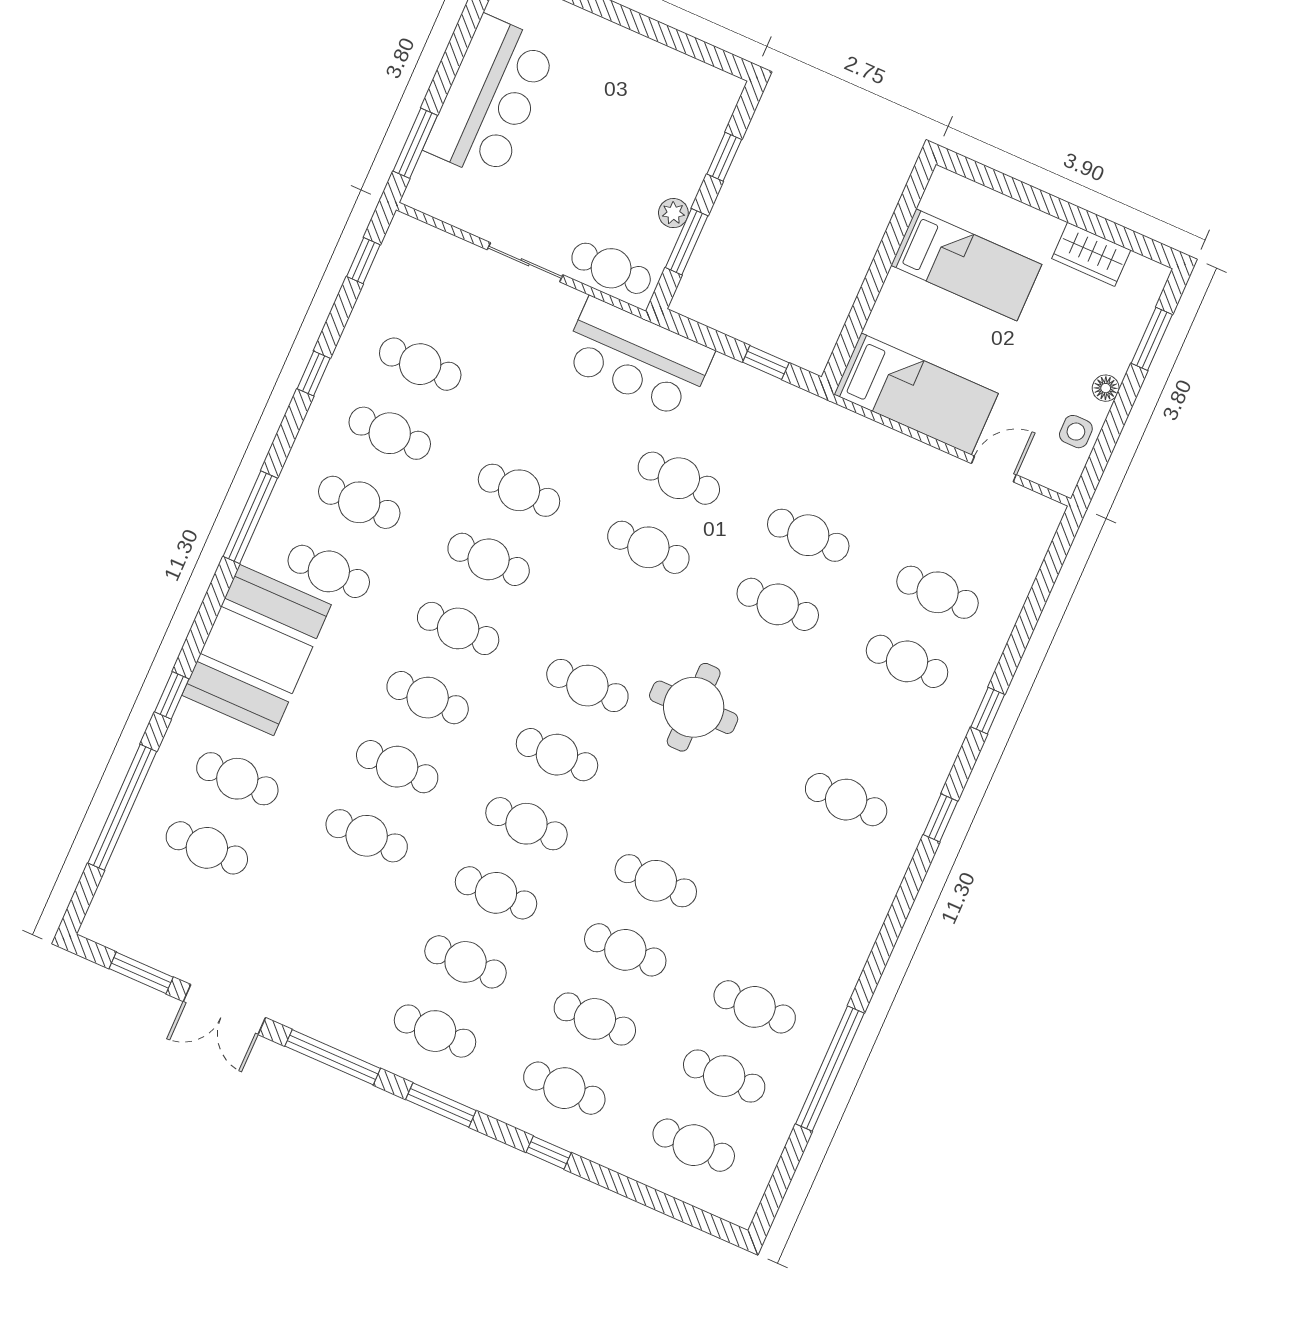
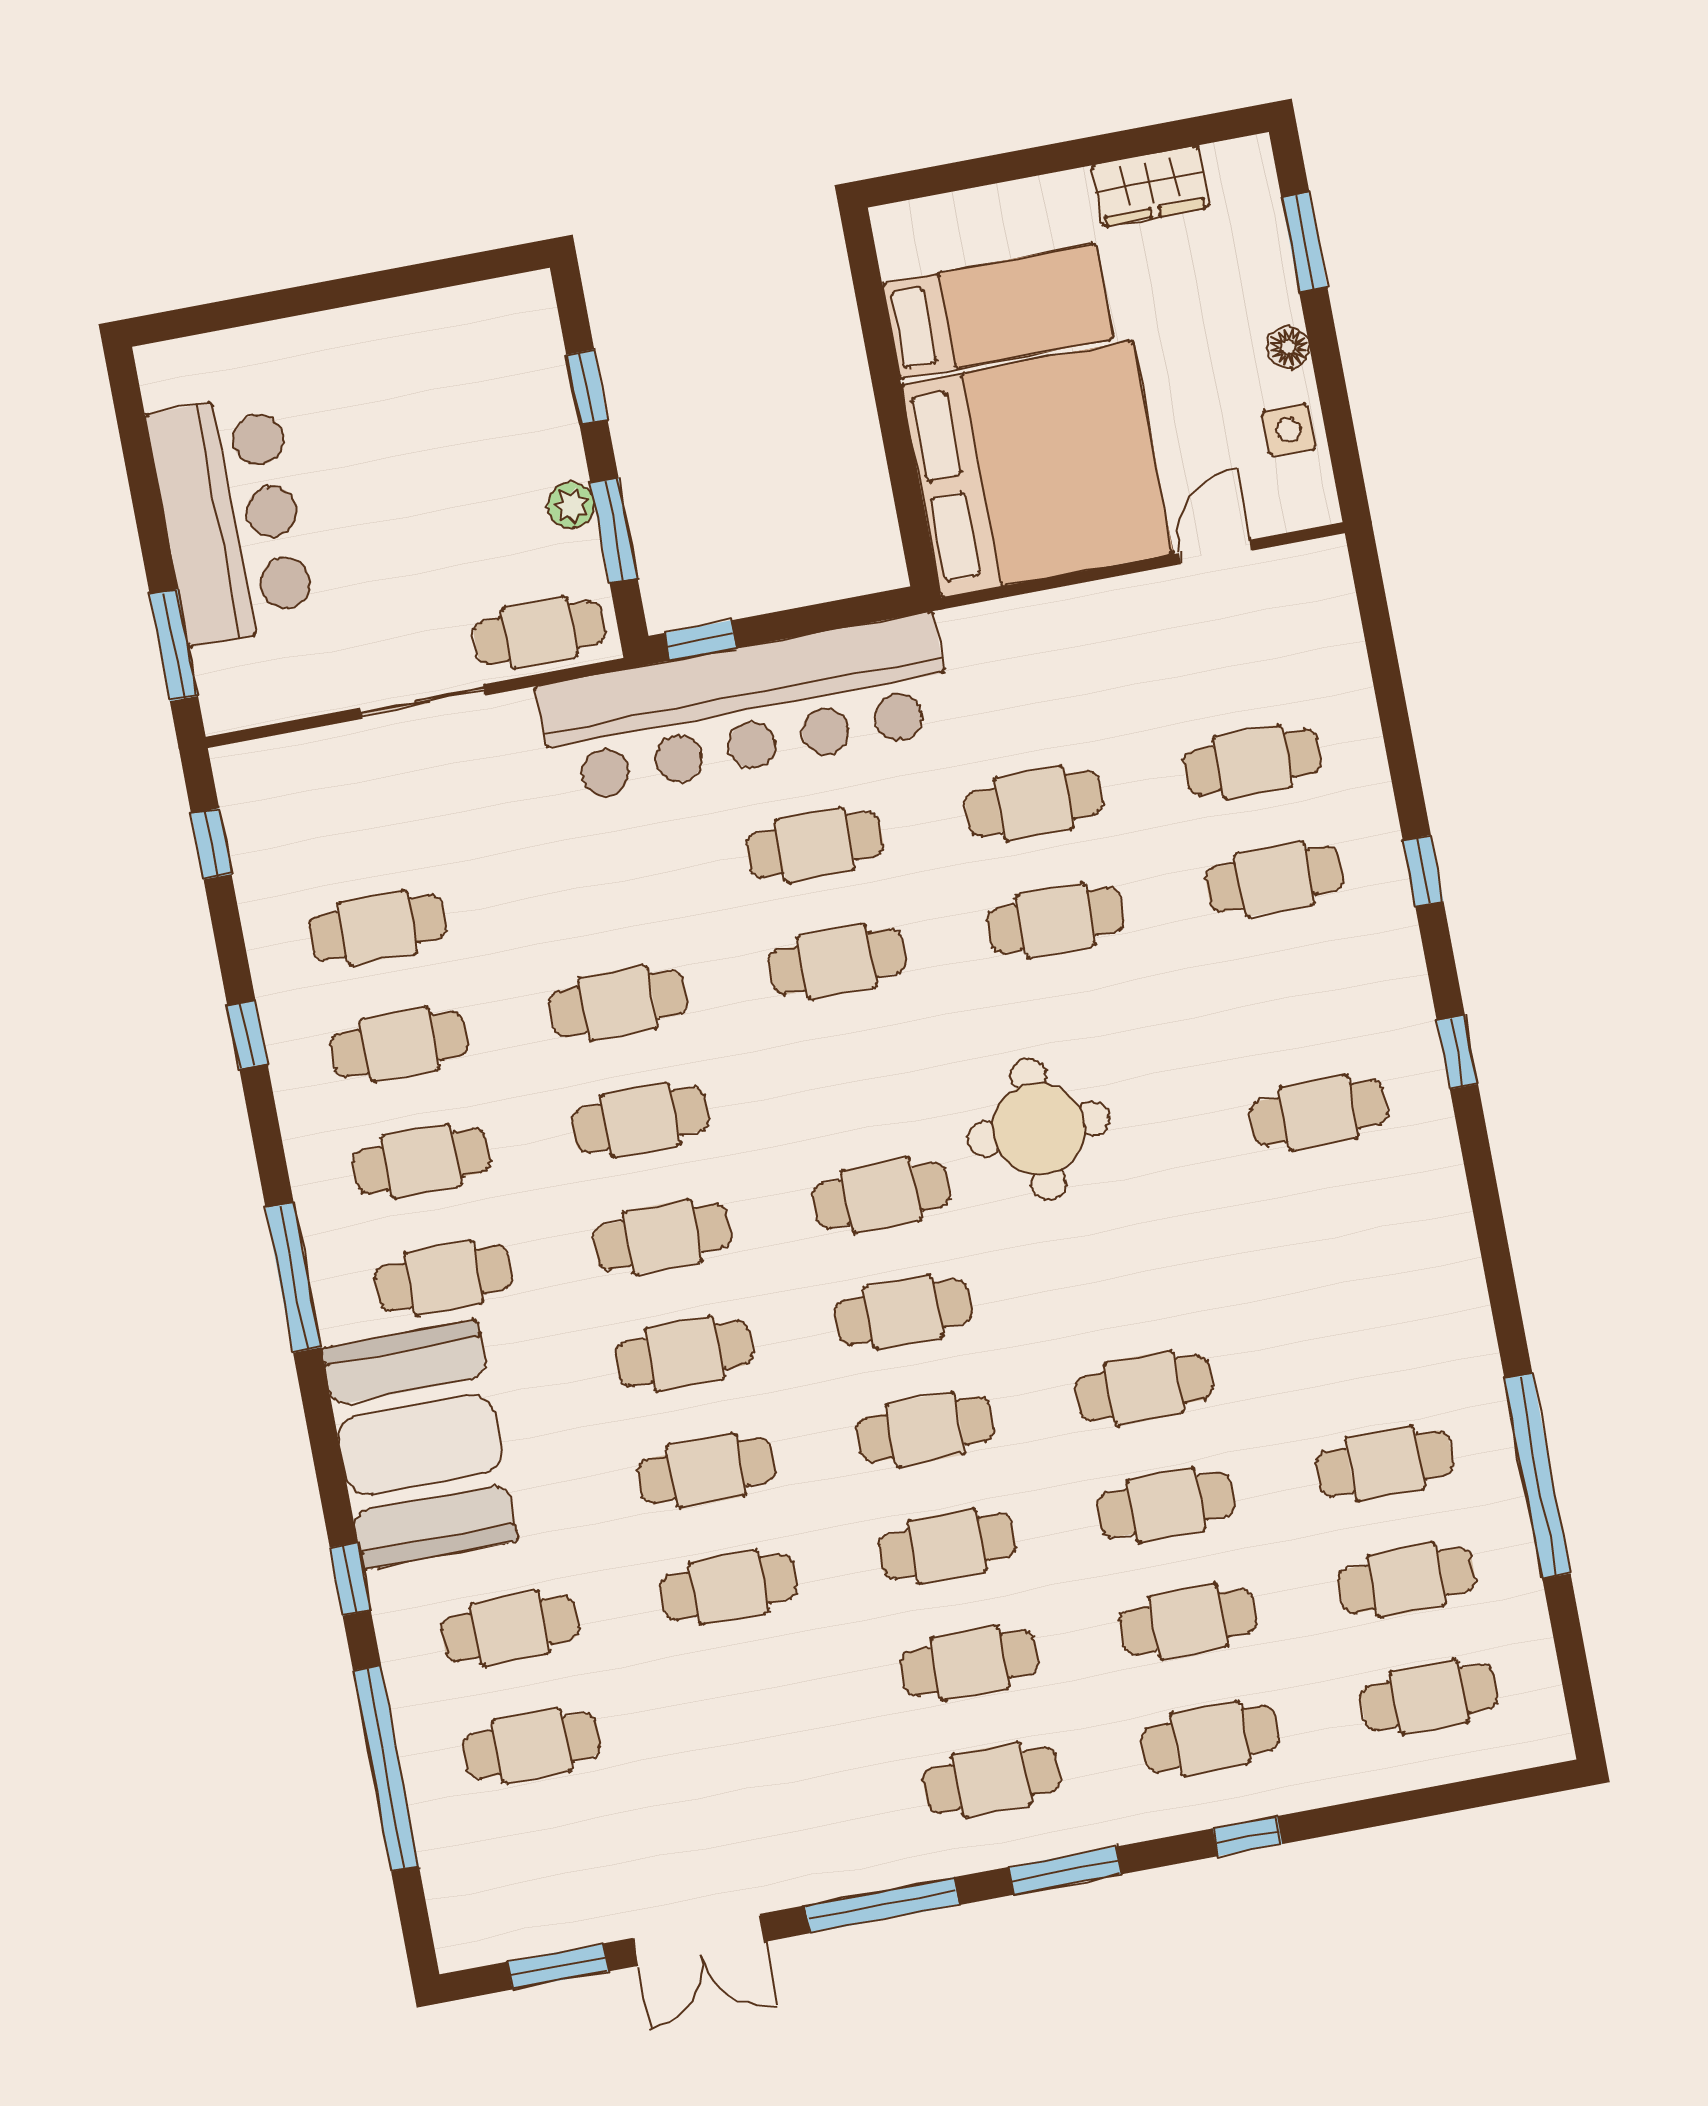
bar counter: (637, 358) -> (745, 708), width x1.86
window: (766, 363) -> (700, 641), moved
bed: (916, 394) -> (1037, 469), width x2.04

